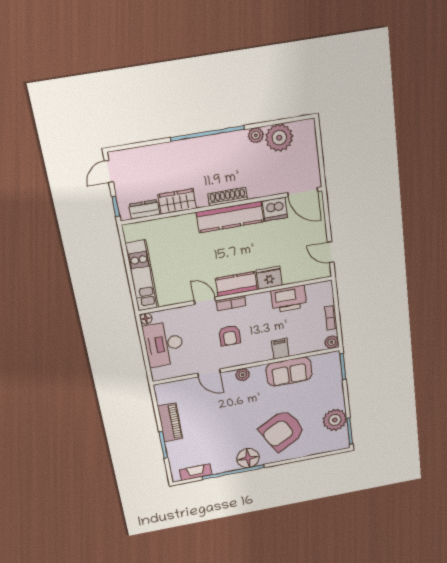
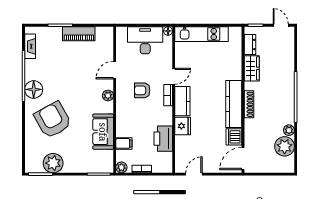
filing cabinet: (280, 349) -> (124, 143), moved

